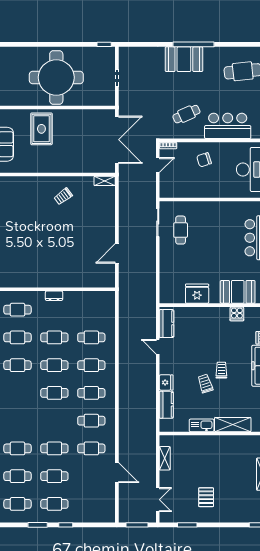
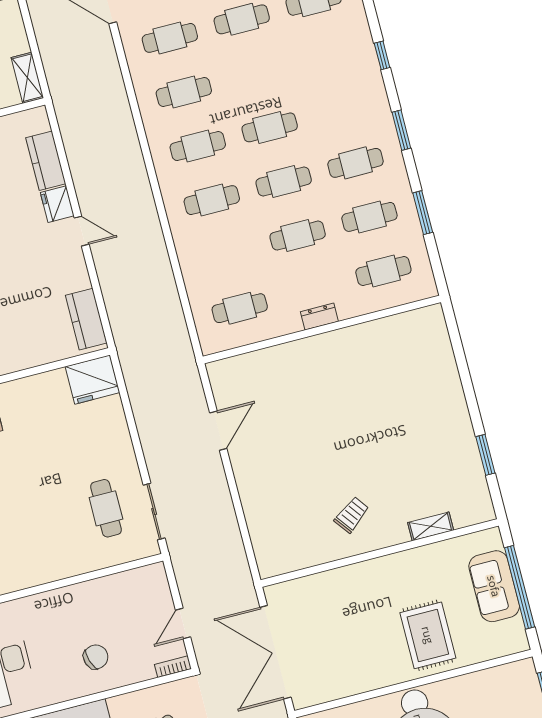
shelving: (105, 181) -> (431, 526), moved
fridge: (197, 294) -> (93, 380), moved
cafe table: (91, 337) -> (240, 308), moved
door: (158, 347) -> (82, 231), moved
shelving: (165, 458) -> (27, 78), moved

